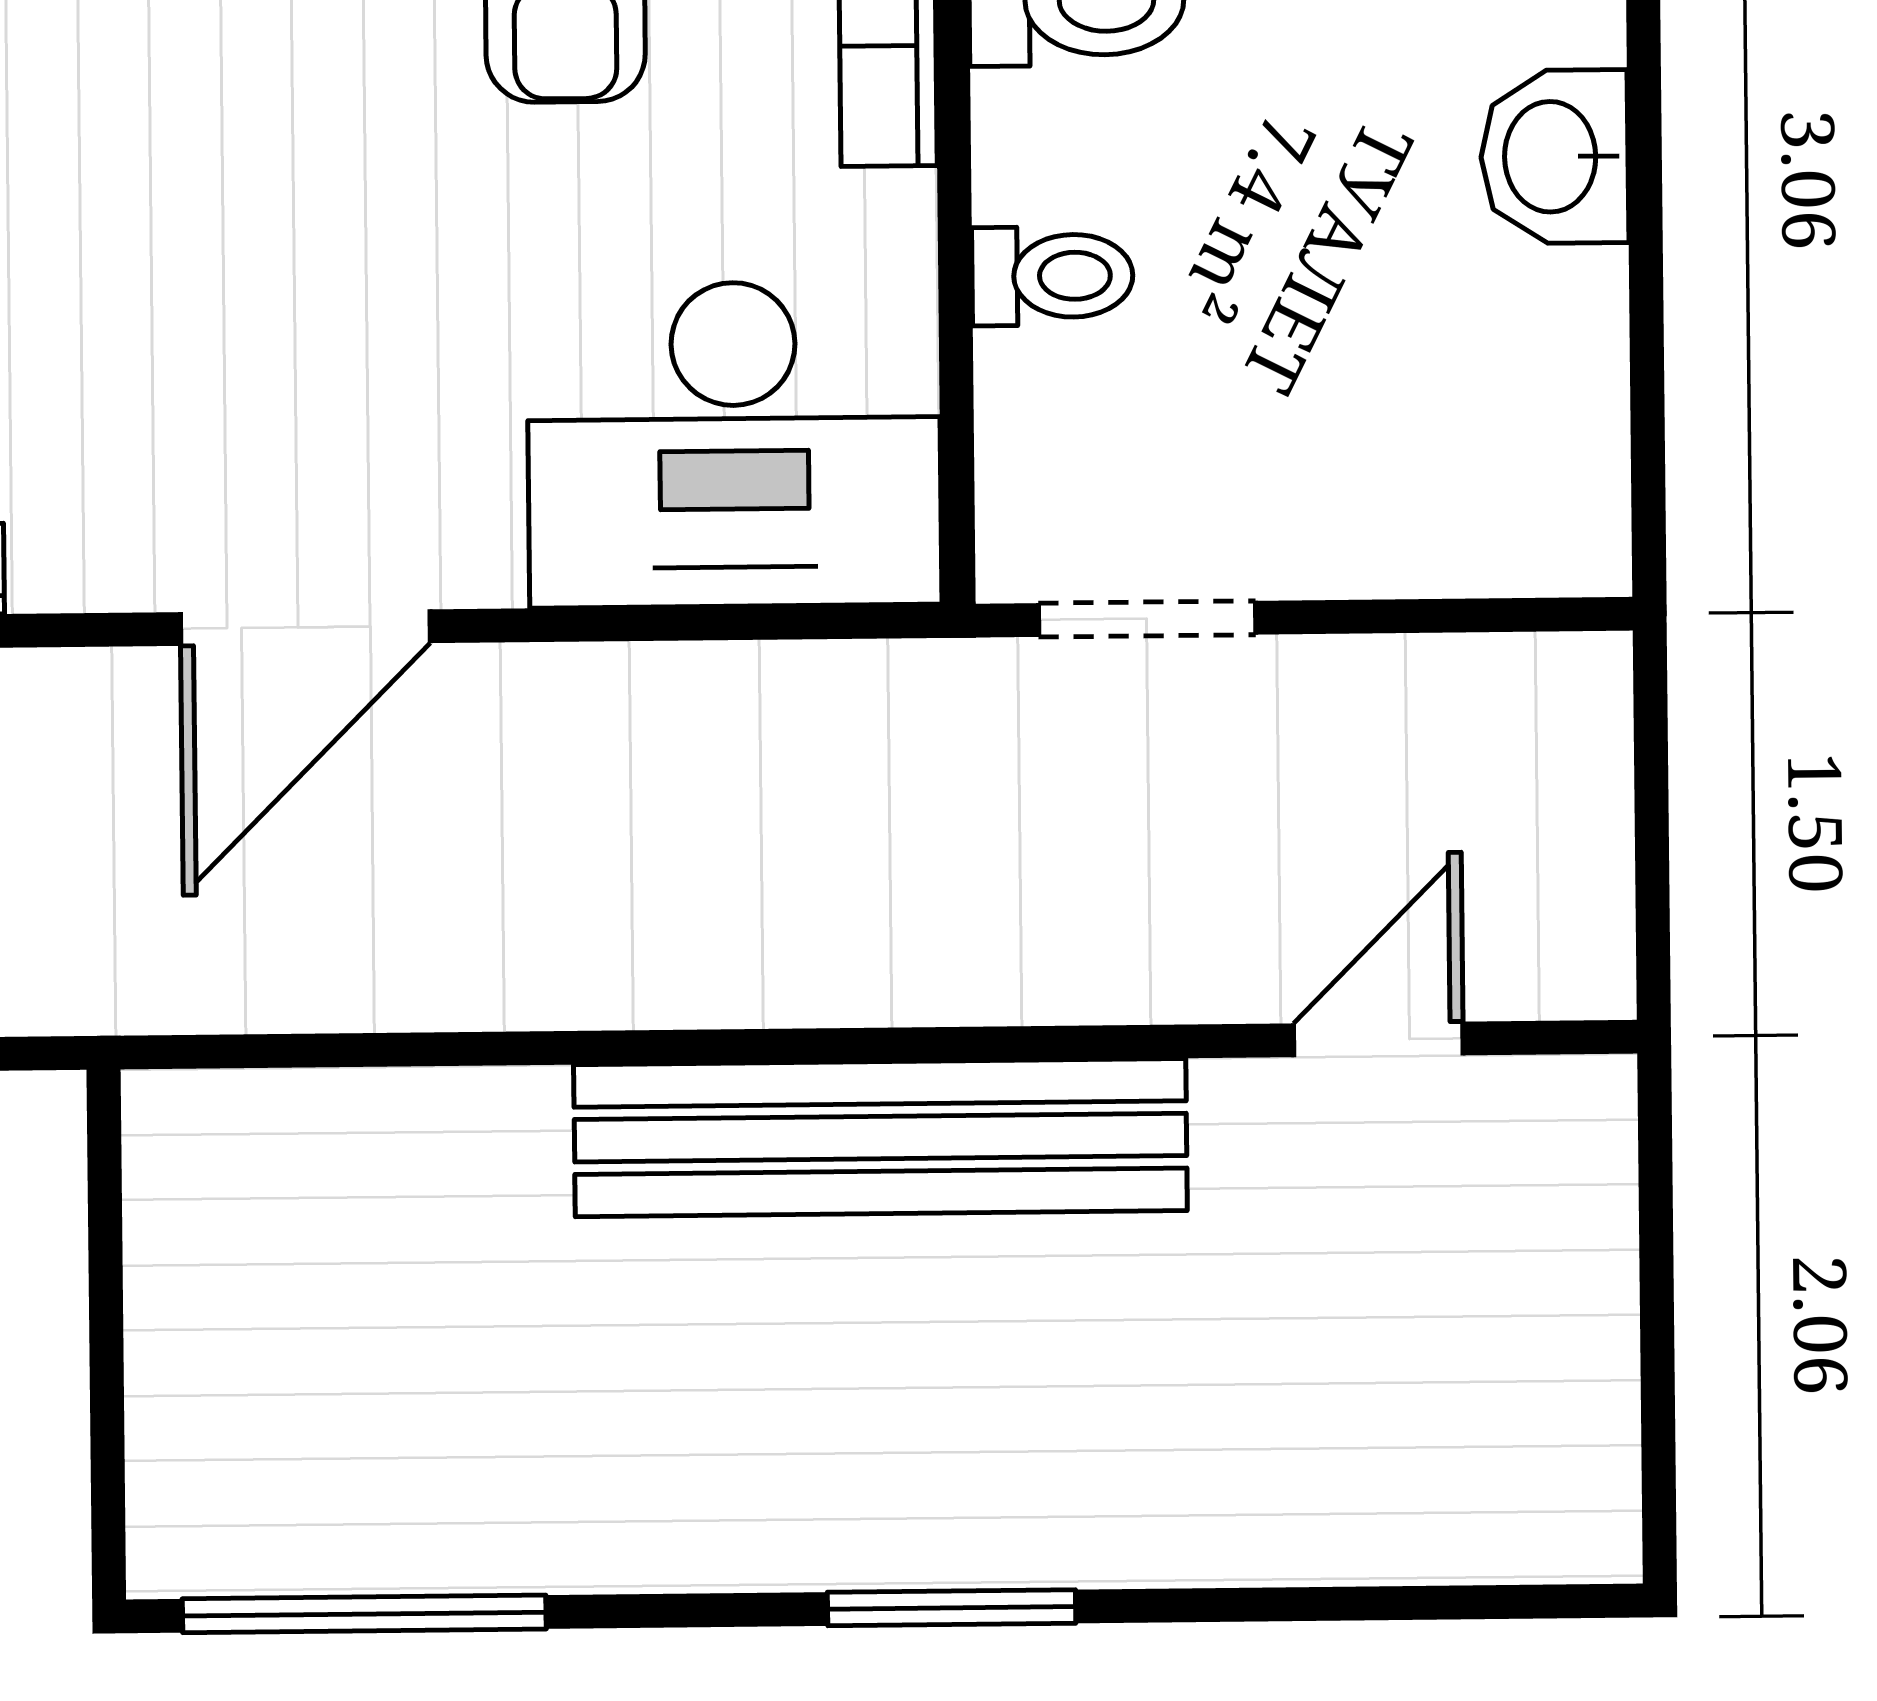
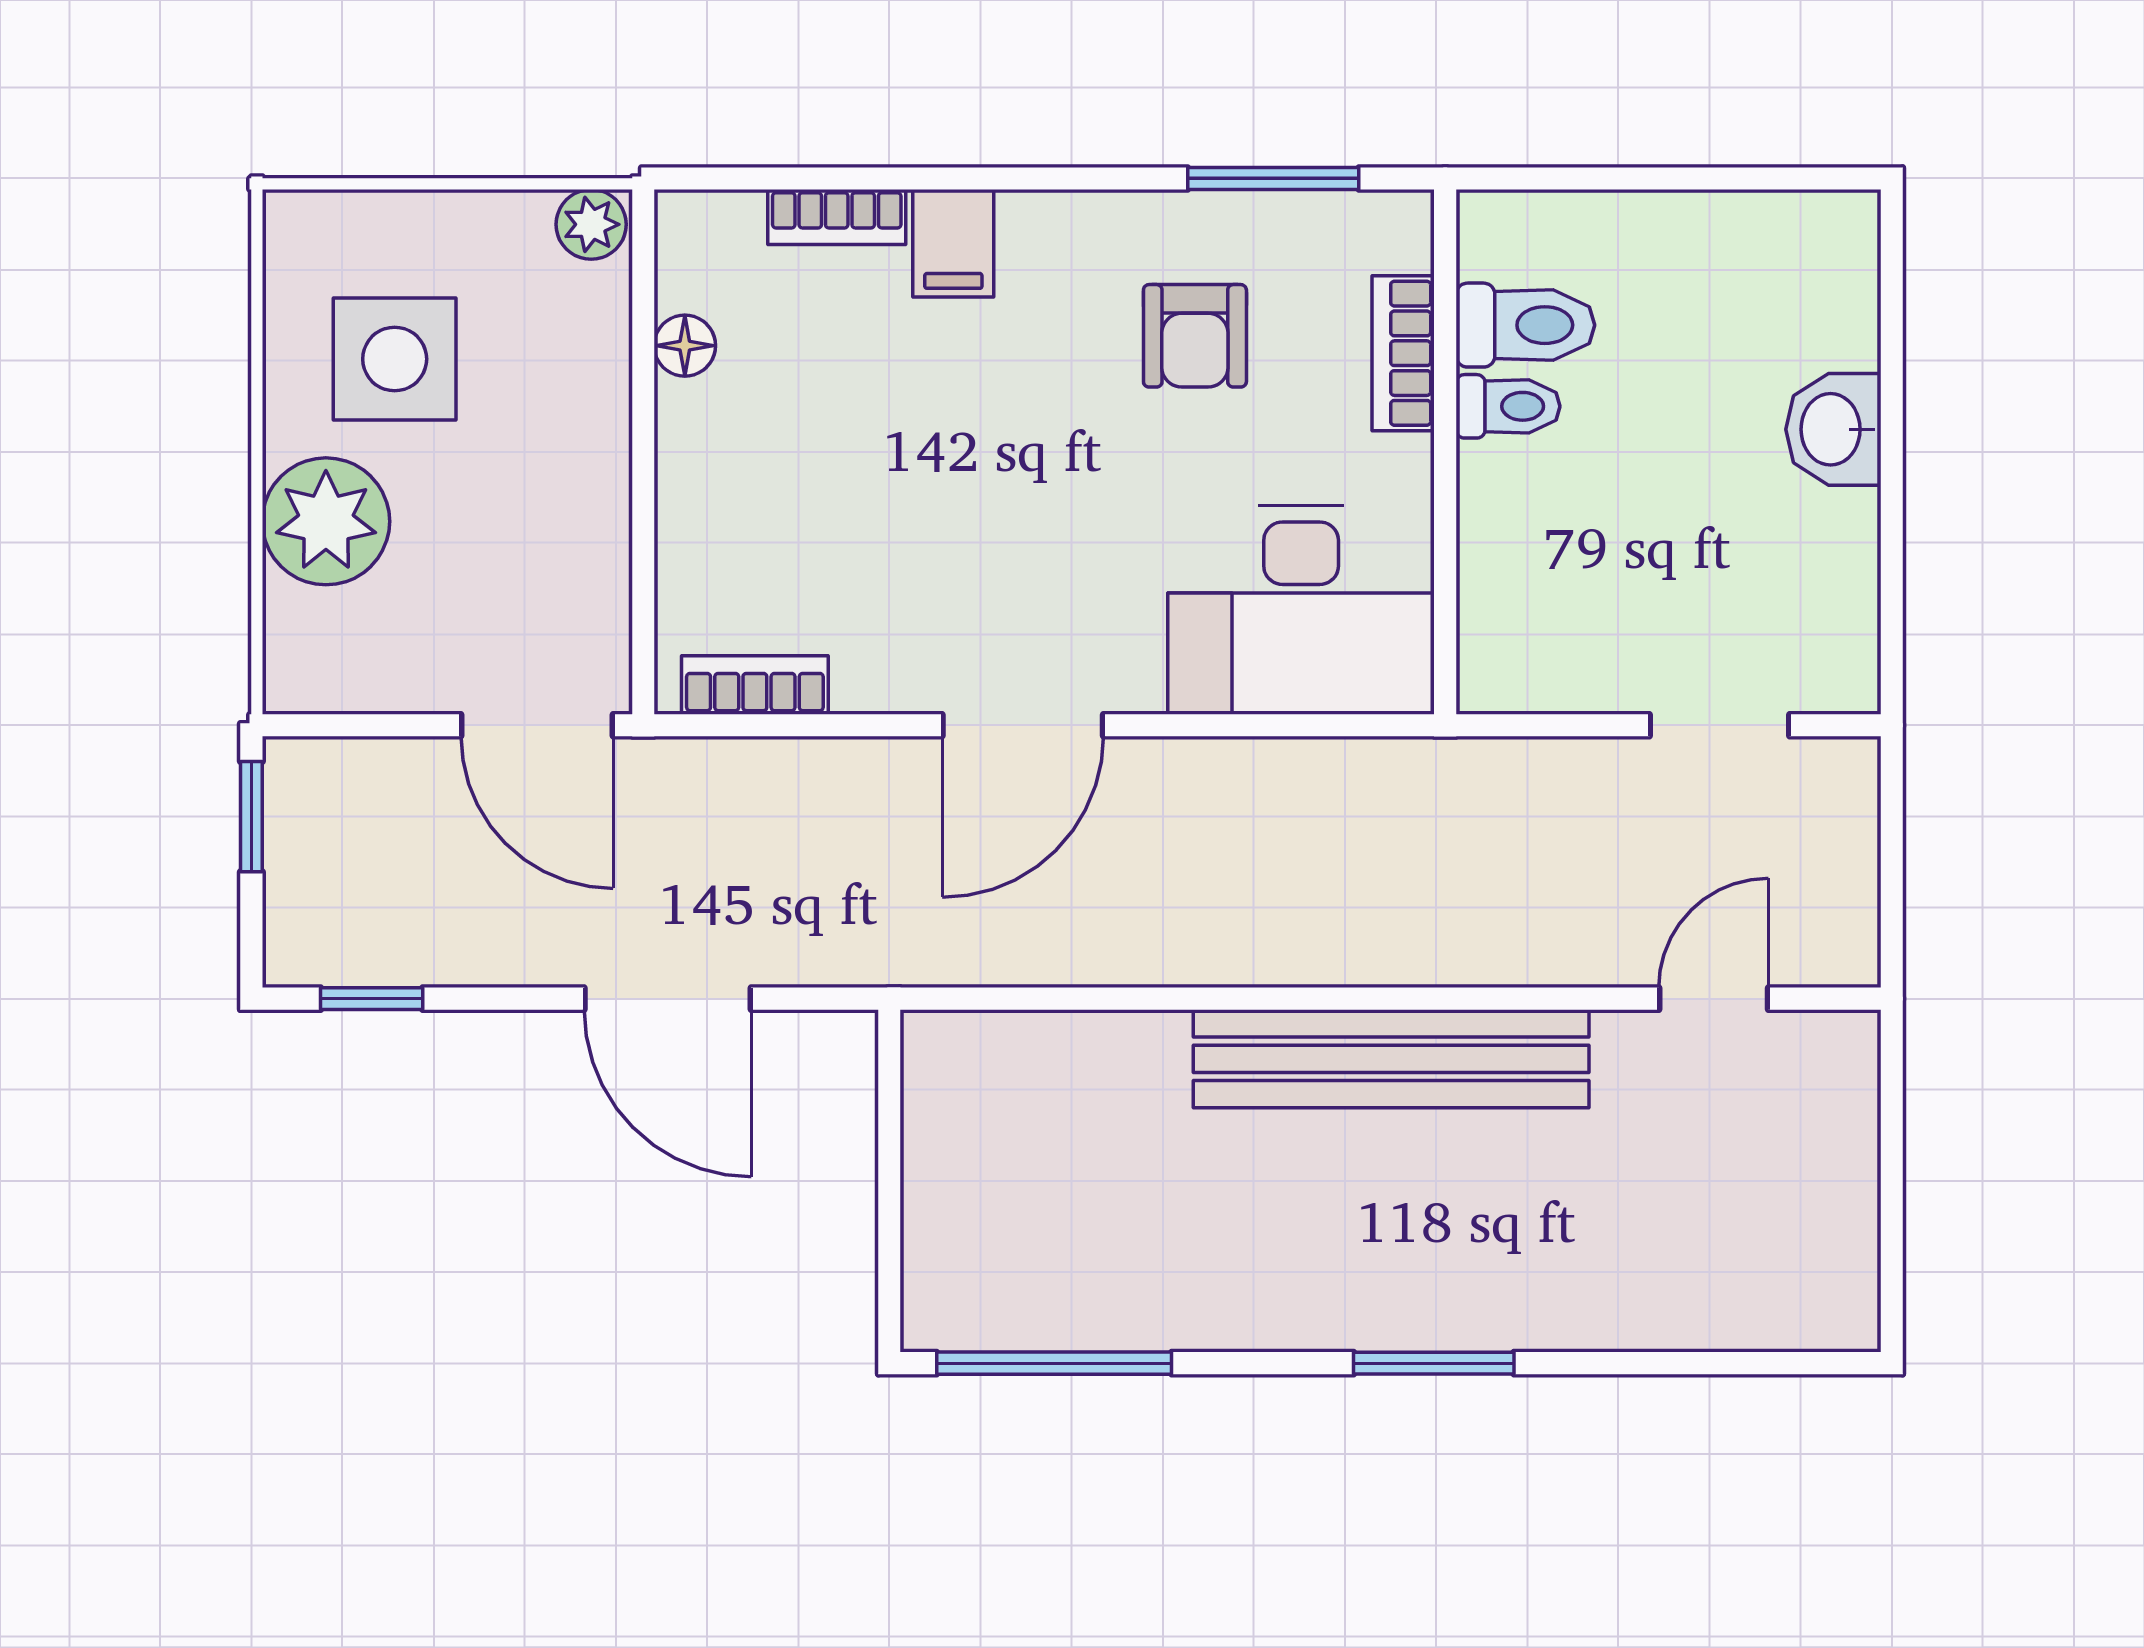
toilet: (1052, 276) -> (1508, 406), moved
doorway: (1147, 619) -> (1719, 725), moved

